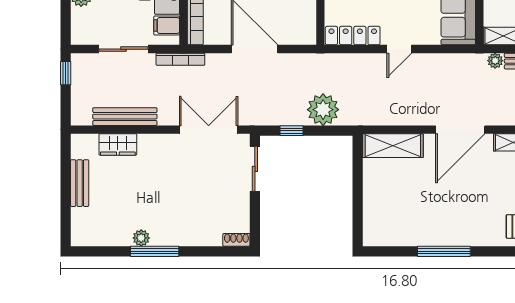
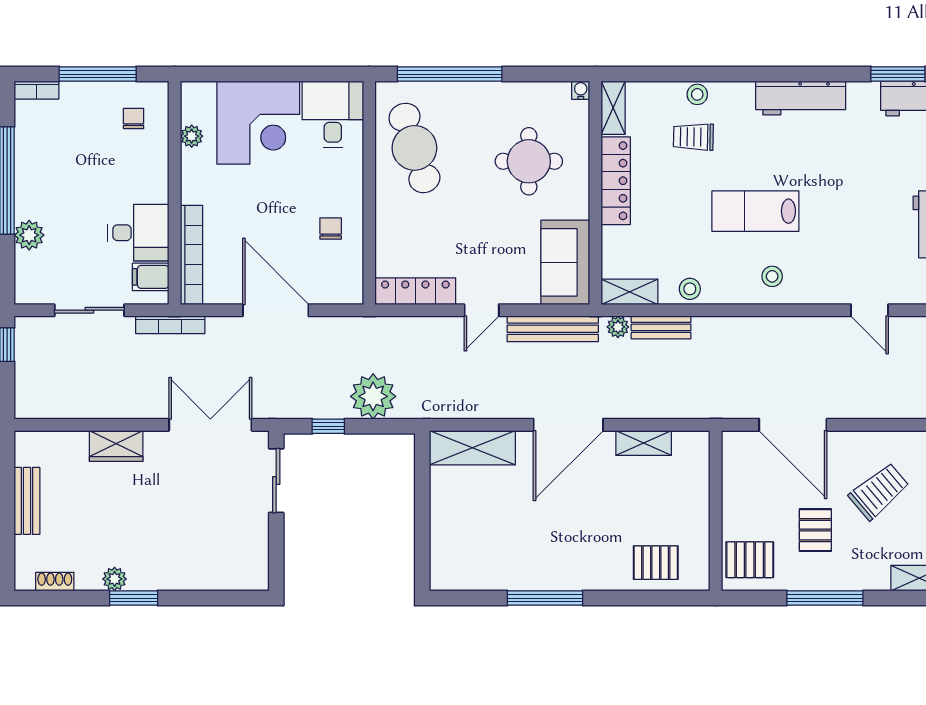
bench: (125, 117) -> (553, 329), moved
wardrobe: (118, 144) -> (116, 446), moved
shoe rack: (236, 240) -> (55, 582), moved
window: (155, 251) -> (134, 598), width x0.69

